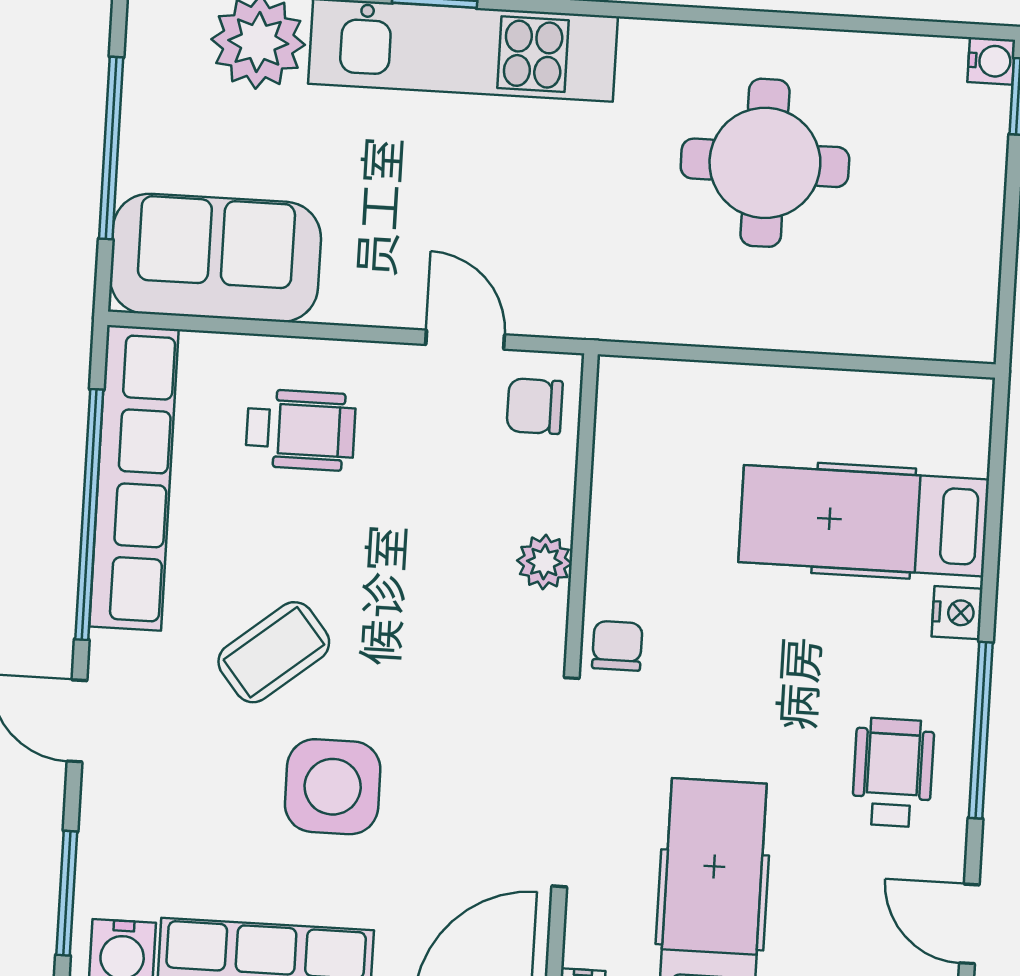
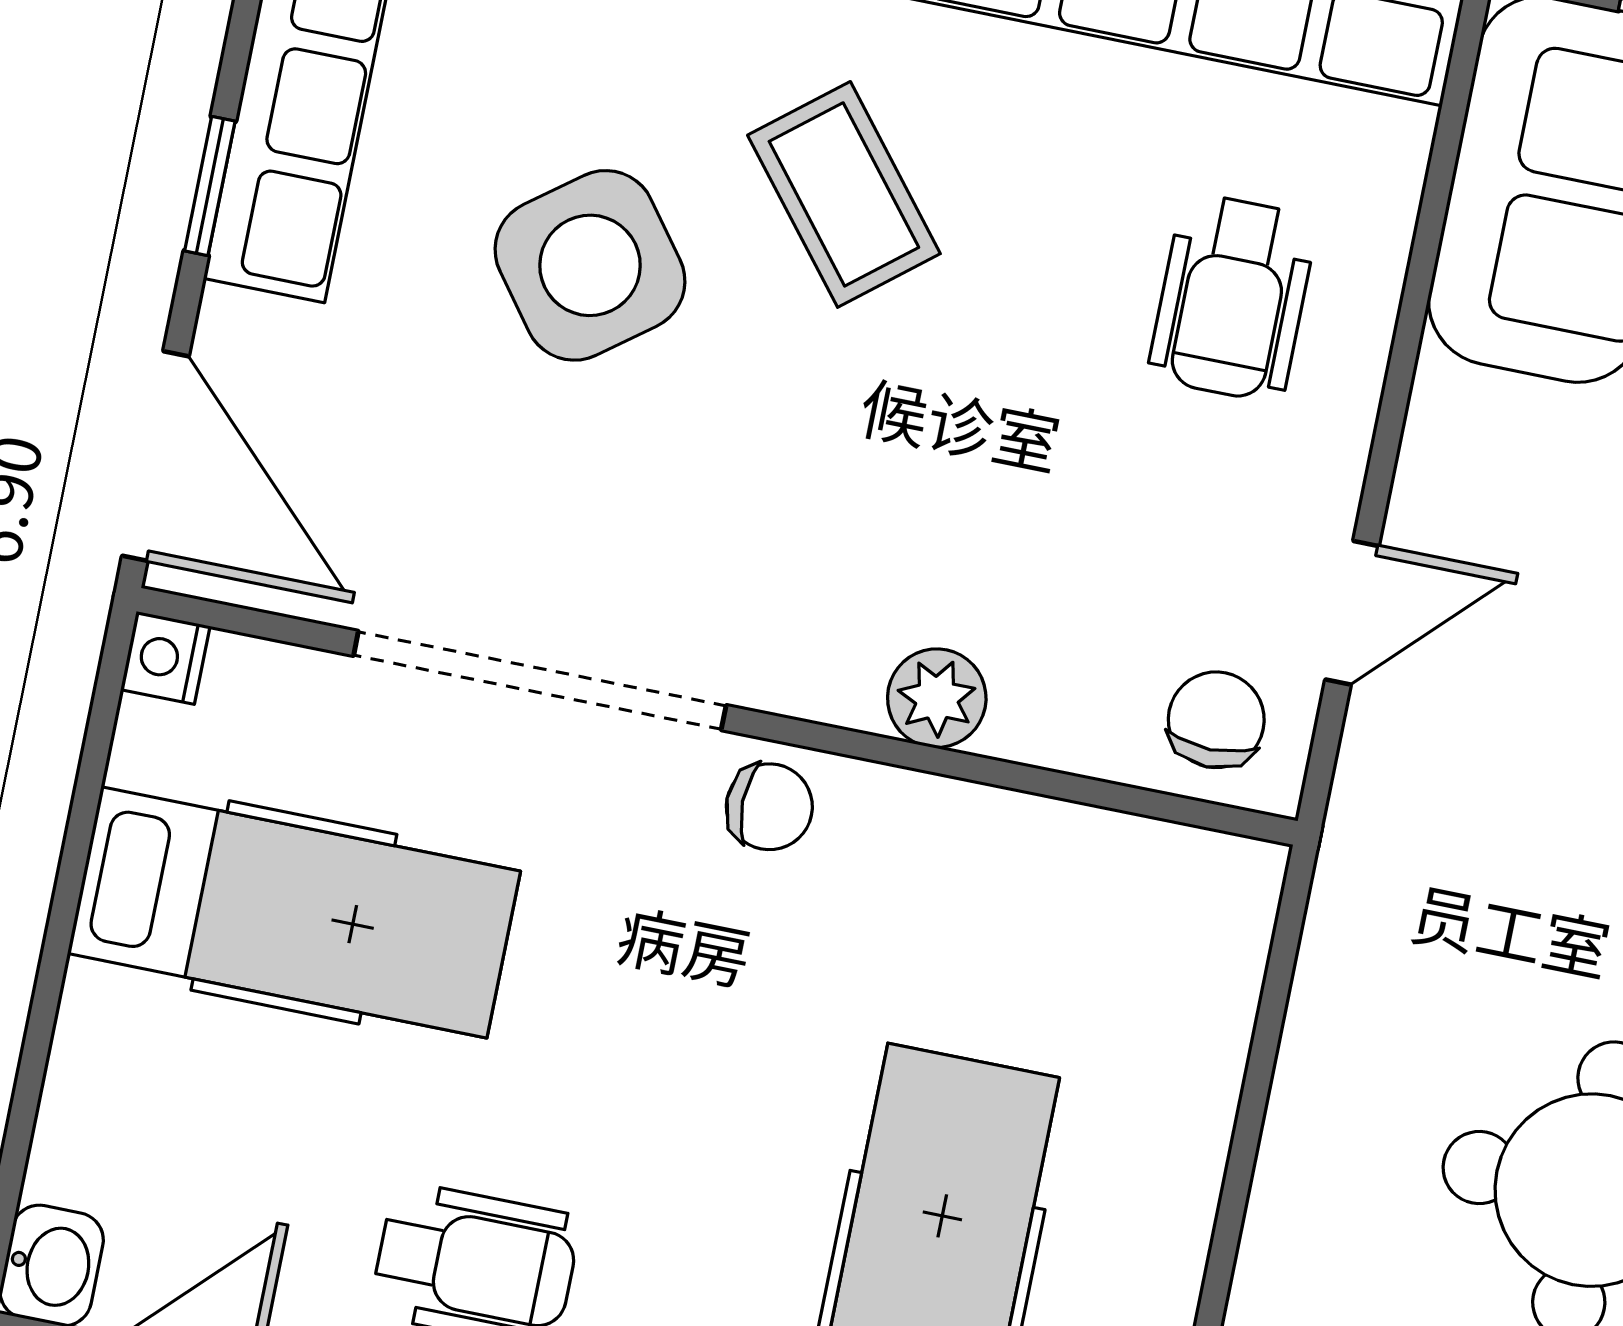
side table: (333, 787) -> (590, 265), turned -37

